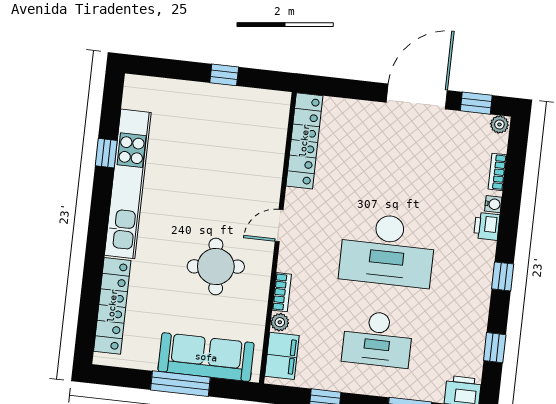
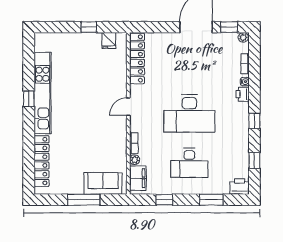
fridge: (257, 103) -> (109, 40), added
window: (106, 153) -> (29, 99), moved
round table: (216, 266) -> (96, 133), removed
sofa: (206, 357) -> (103, 183), width x0.73

